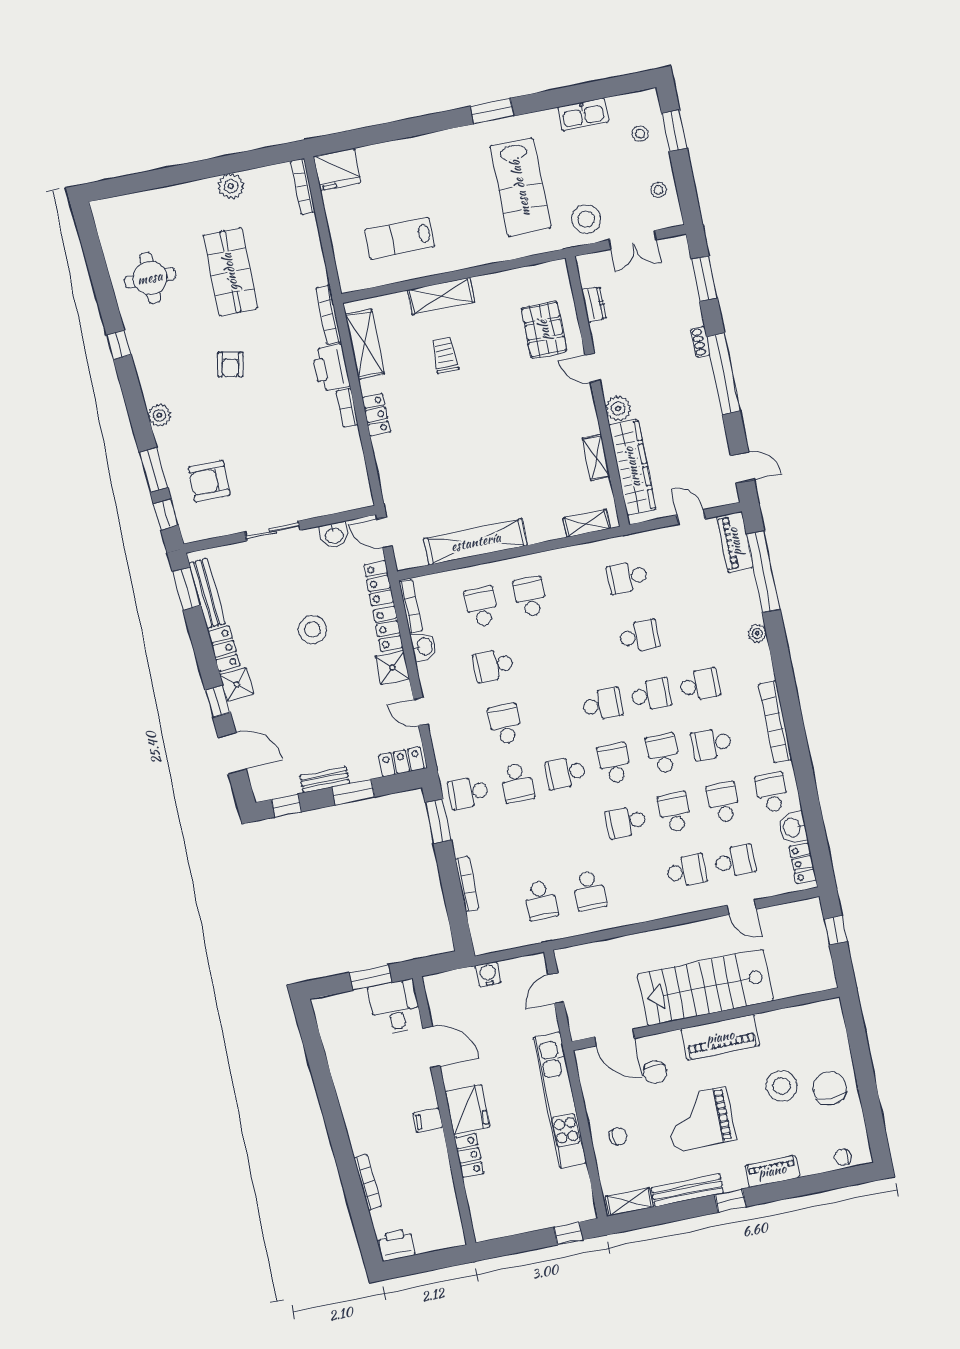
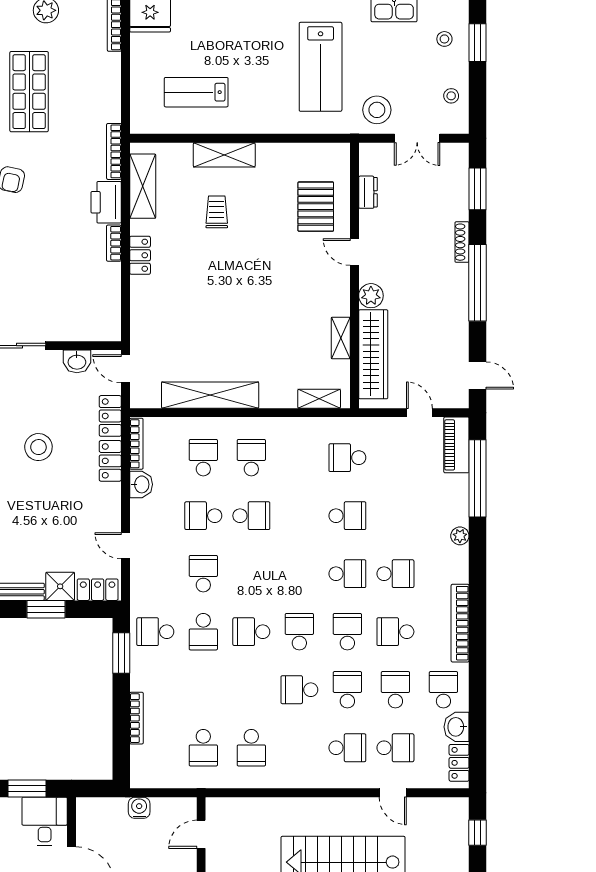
shoe rack: (701, 342) -> (462, 242), width x1.43
shower: (392, 668) -> (60, 586), moved
school desk: (602, 704) -> (251, 516), moved

